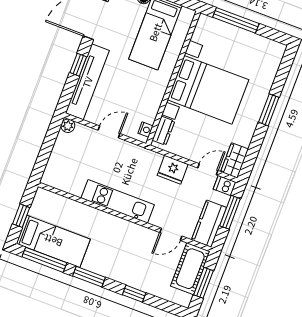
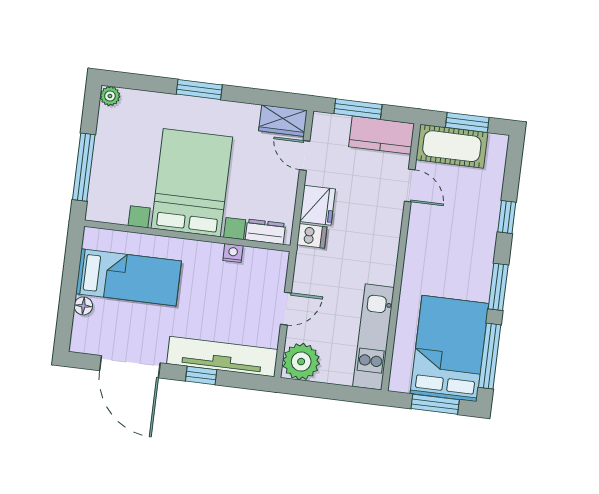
plant: (279, 49) -> (110, 96), added
plant: (68, 126) -> (301, 362), width x1.87, depth x1.87
nightstand: (146, 130) -> (233, 253), moved
door: (109, 132) -> (286, 309), swing flipped
dishwasher: (225, 186) -> (312, 236), moved, turned -90
kitchen unit: (118, 201) -> (373, 337), moved
window: (21, 216) -> (435, 404), width x1.50
bed: (53, 241) -> (449, 349), width x1.50

